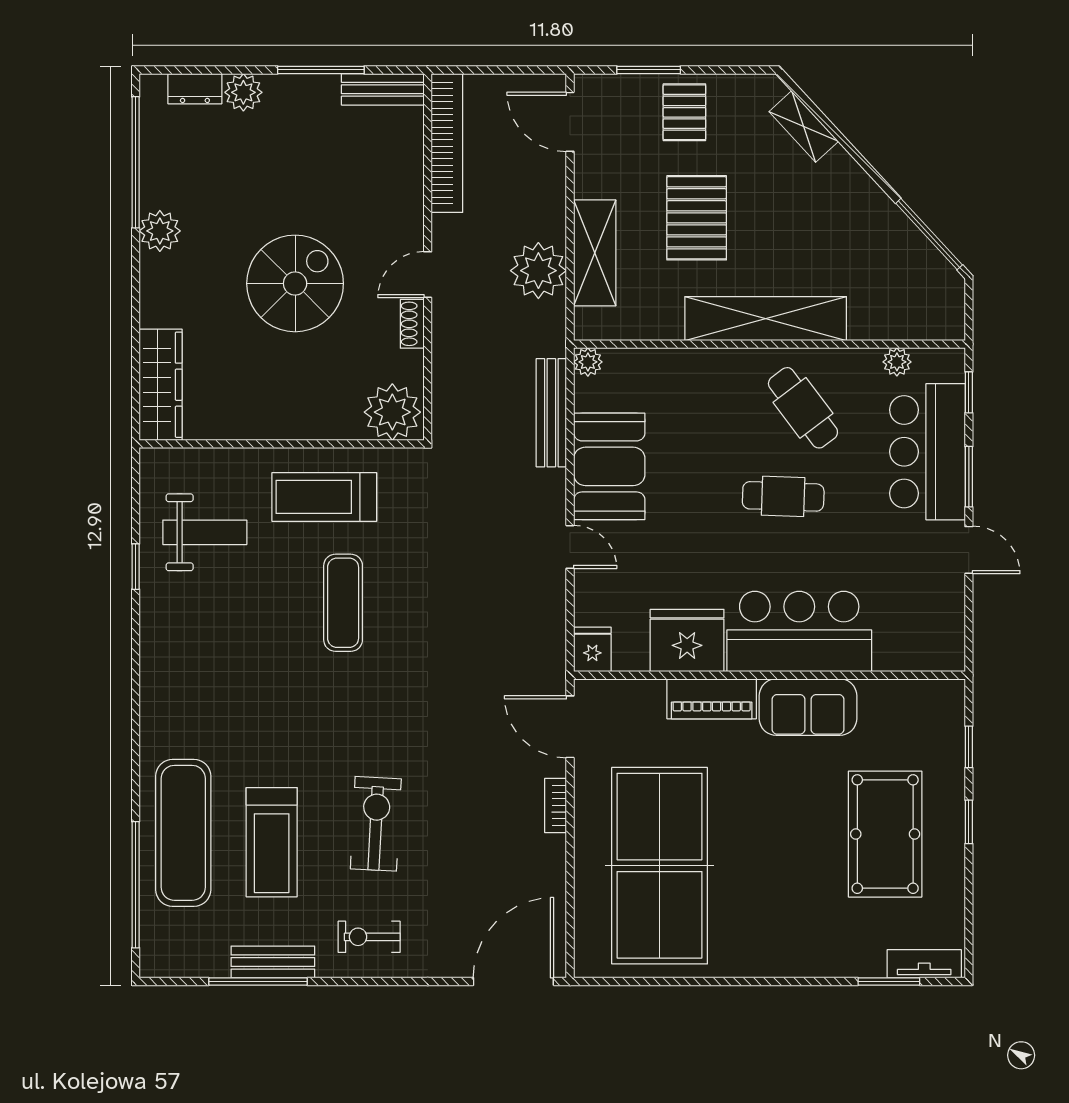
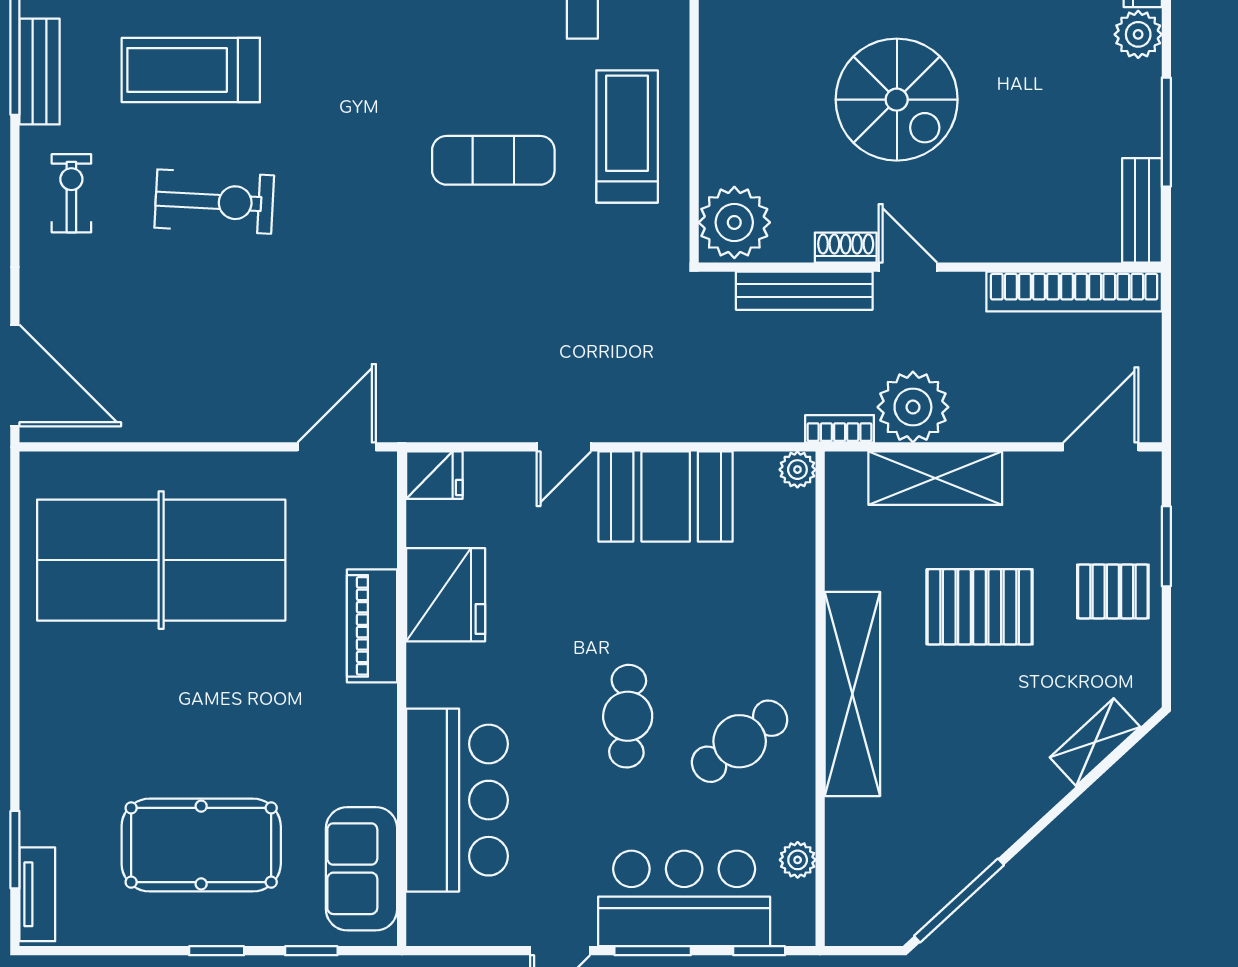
bench: (551, 413) -> (804, 291), moved
bar counter: (799, 631) -> (457, 800), moved
sofa: (808, 707) -> (362, 869), moved
bookcase: (556, 806) -> (840, 429), moved

